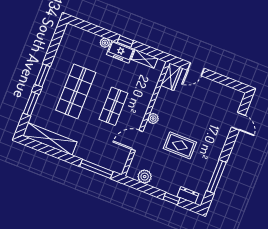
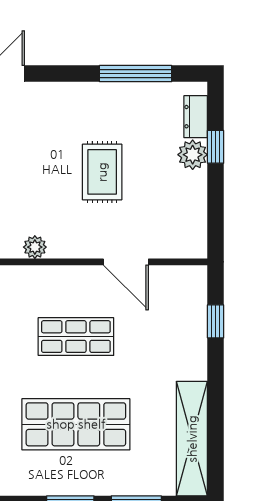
plant: (153, 119) -> (35, 247), moved
window: (96, 169) -> (216, 321), width x0.46
plant: (145, 177) -> (193, 155), moved

